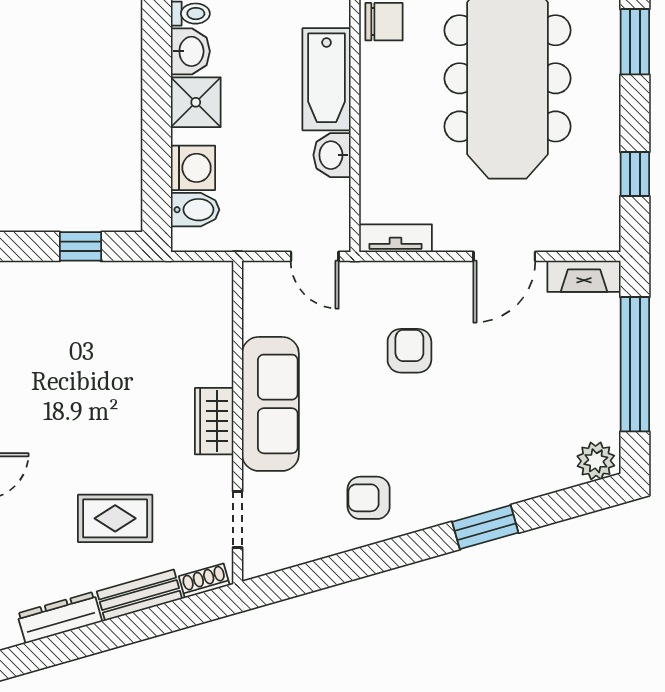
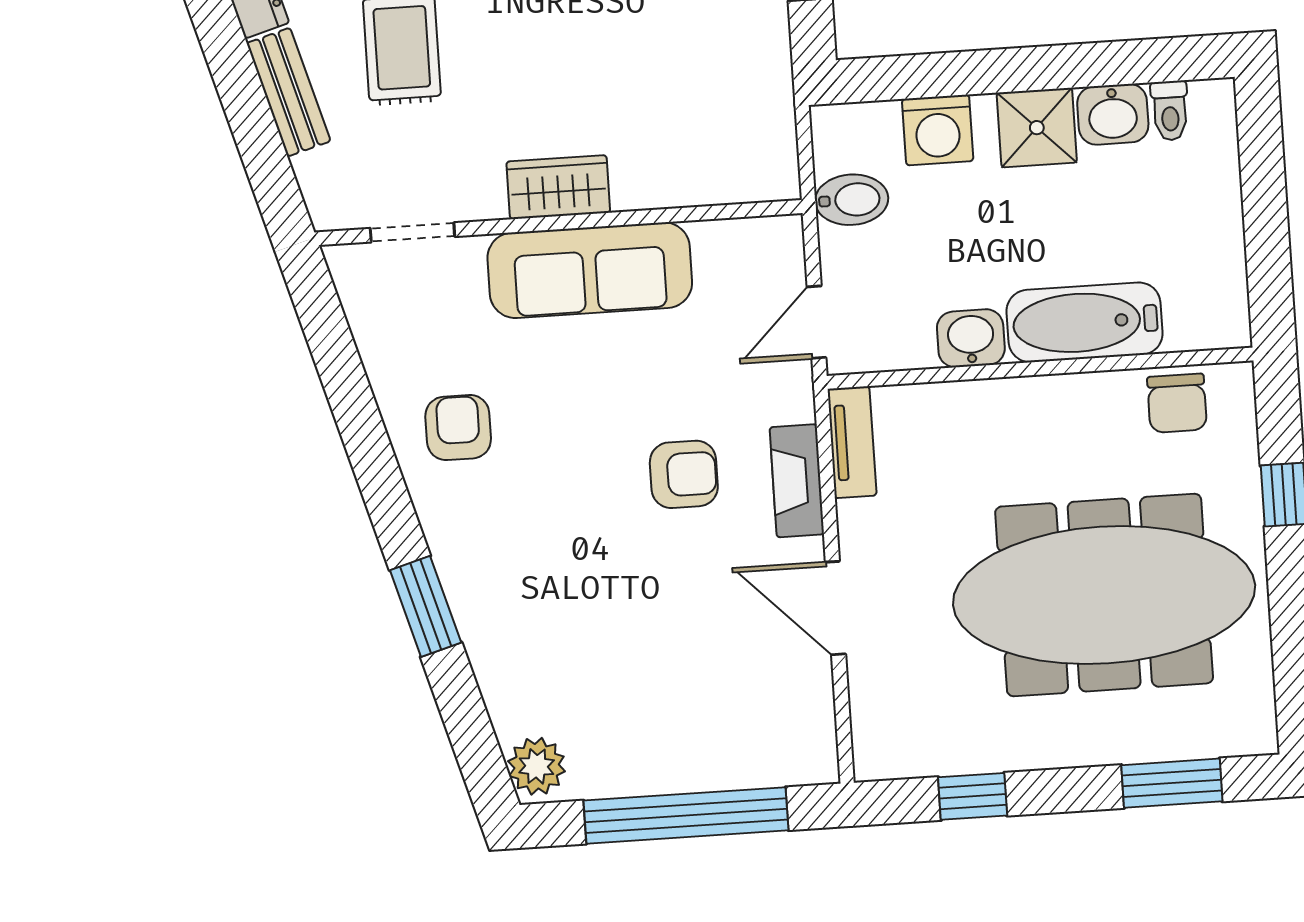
bidet: (195, 210) -> (852, 200), moved, turned -90
fireplace: (584, 276) -> (797, 481), moved
shoe rack: (204, 581) -> (317, 188), removed

